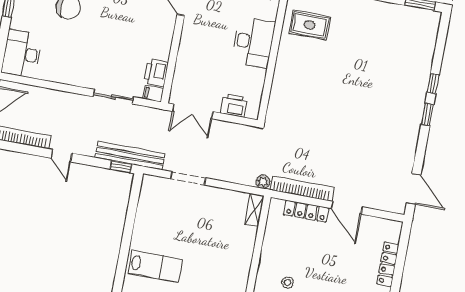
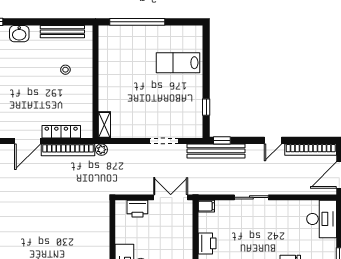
printer: (156, 73) -> (207, 243), moved
sliding door: (113, 97) -> (251, 197), moved
door: (62, 156) -> (273, 140), swing flipped
door: (347, 208) -> (28, 141), swing flipped
window: (132, 209) -> (206, 107), added

